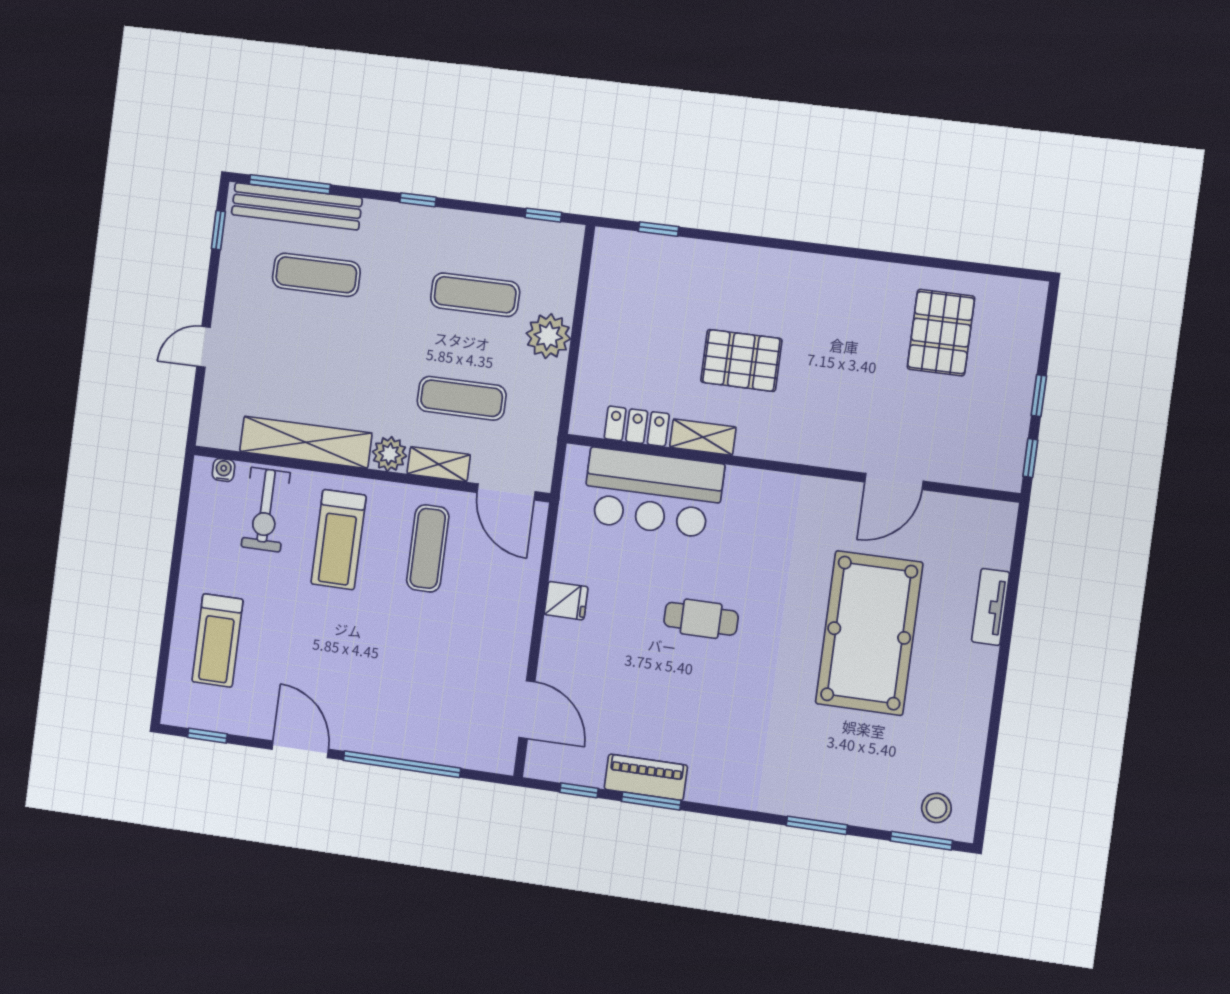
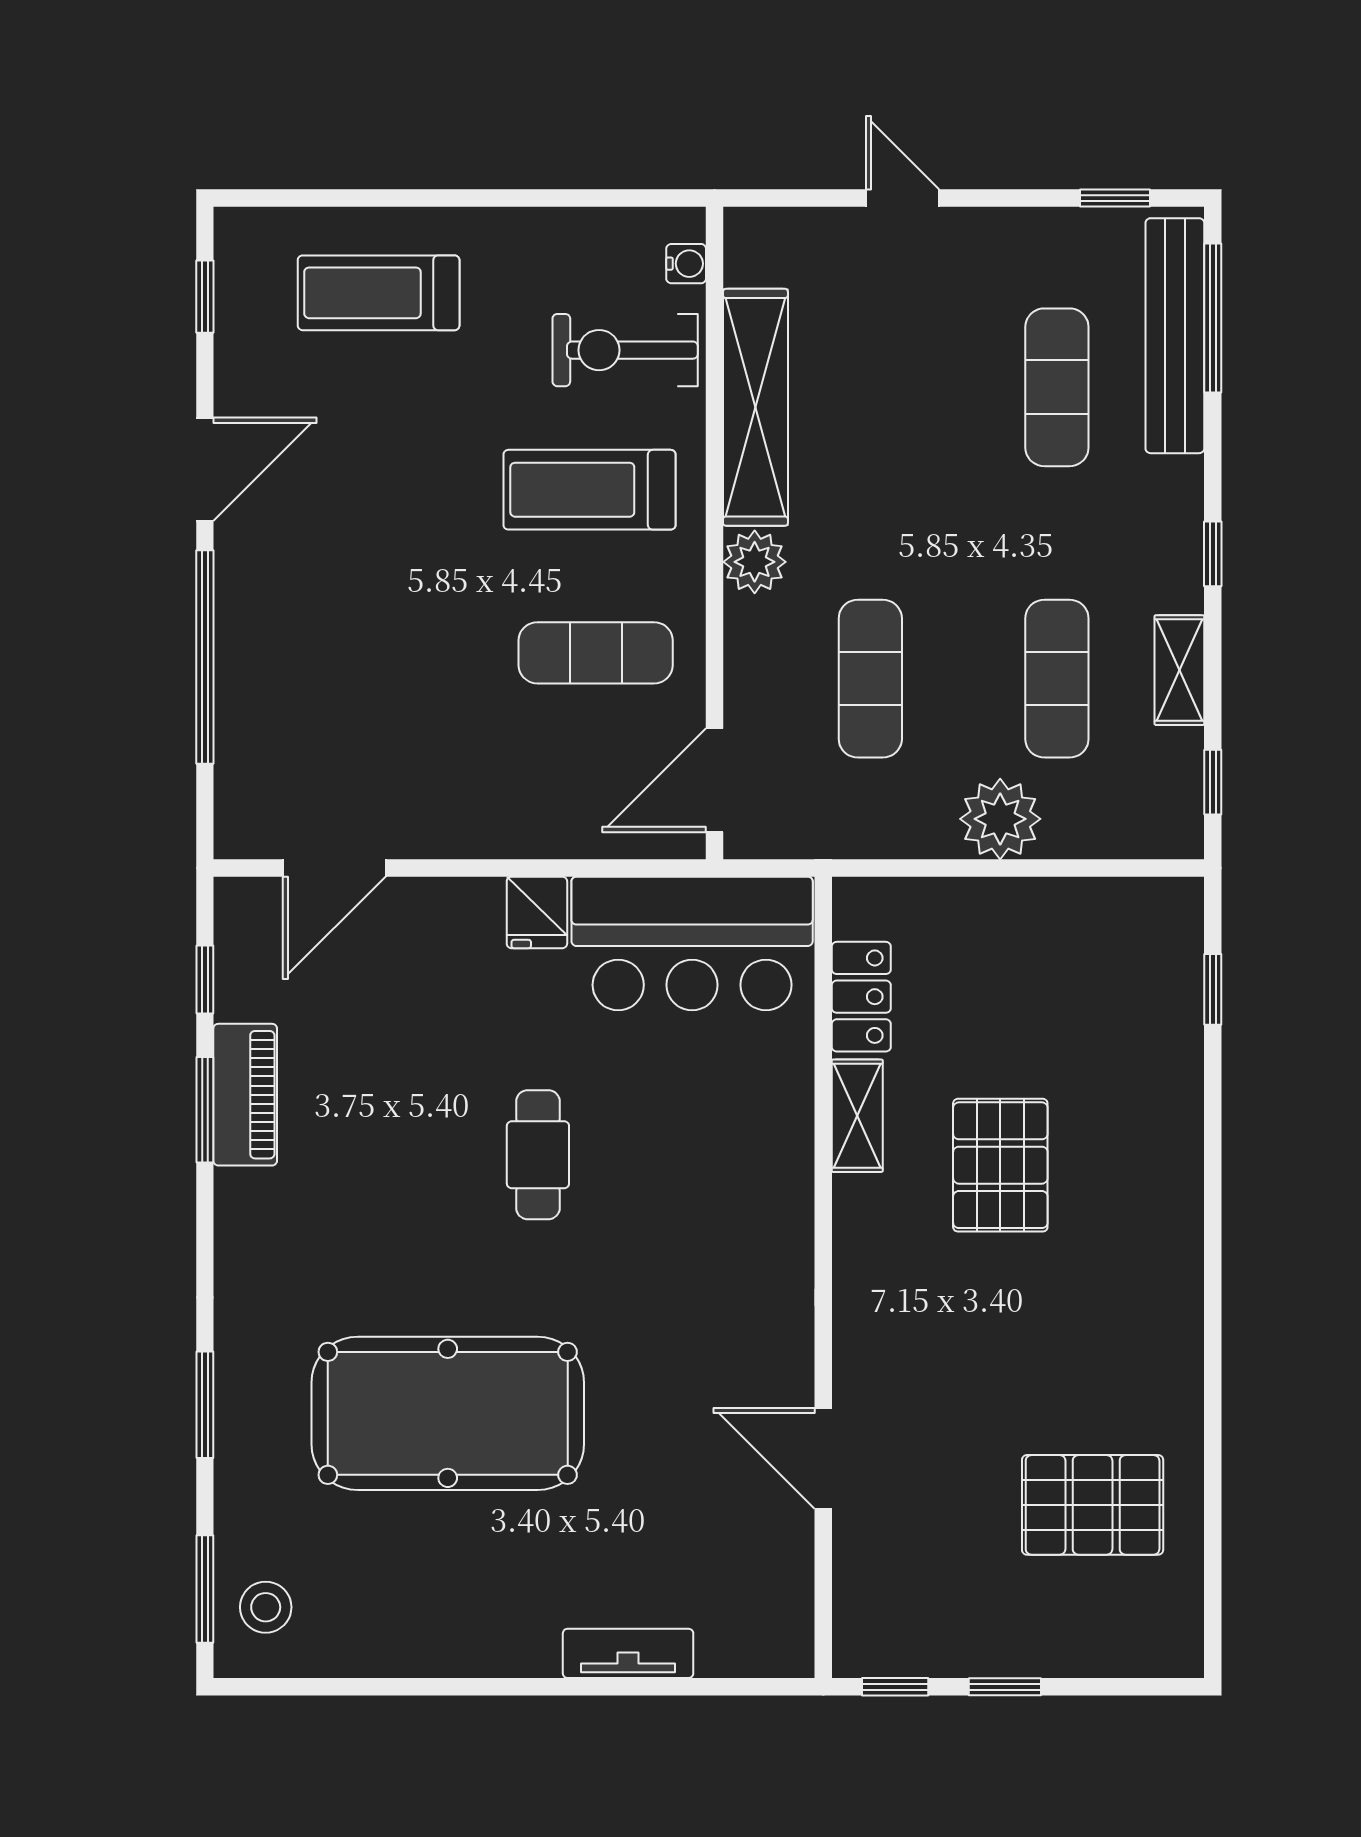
shelving: (439, 464) -> (1179, 670), moved
bar counter: (653, 493) -> (692, 943), moved, turned -90
pool table: (869, 633) -> (448, 1413), moved

